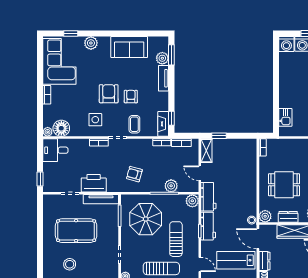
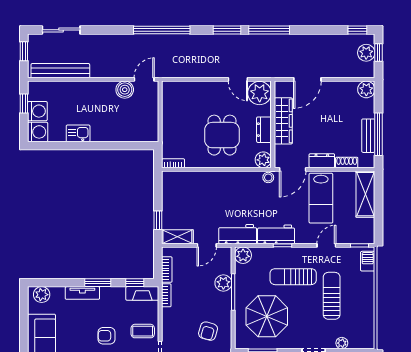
window: (171, 55) -> (98, 283), moved
plant: (162, 58) -> (42, 295), moved
kitchen sink: (285, 117) -> (78, 133), moved

